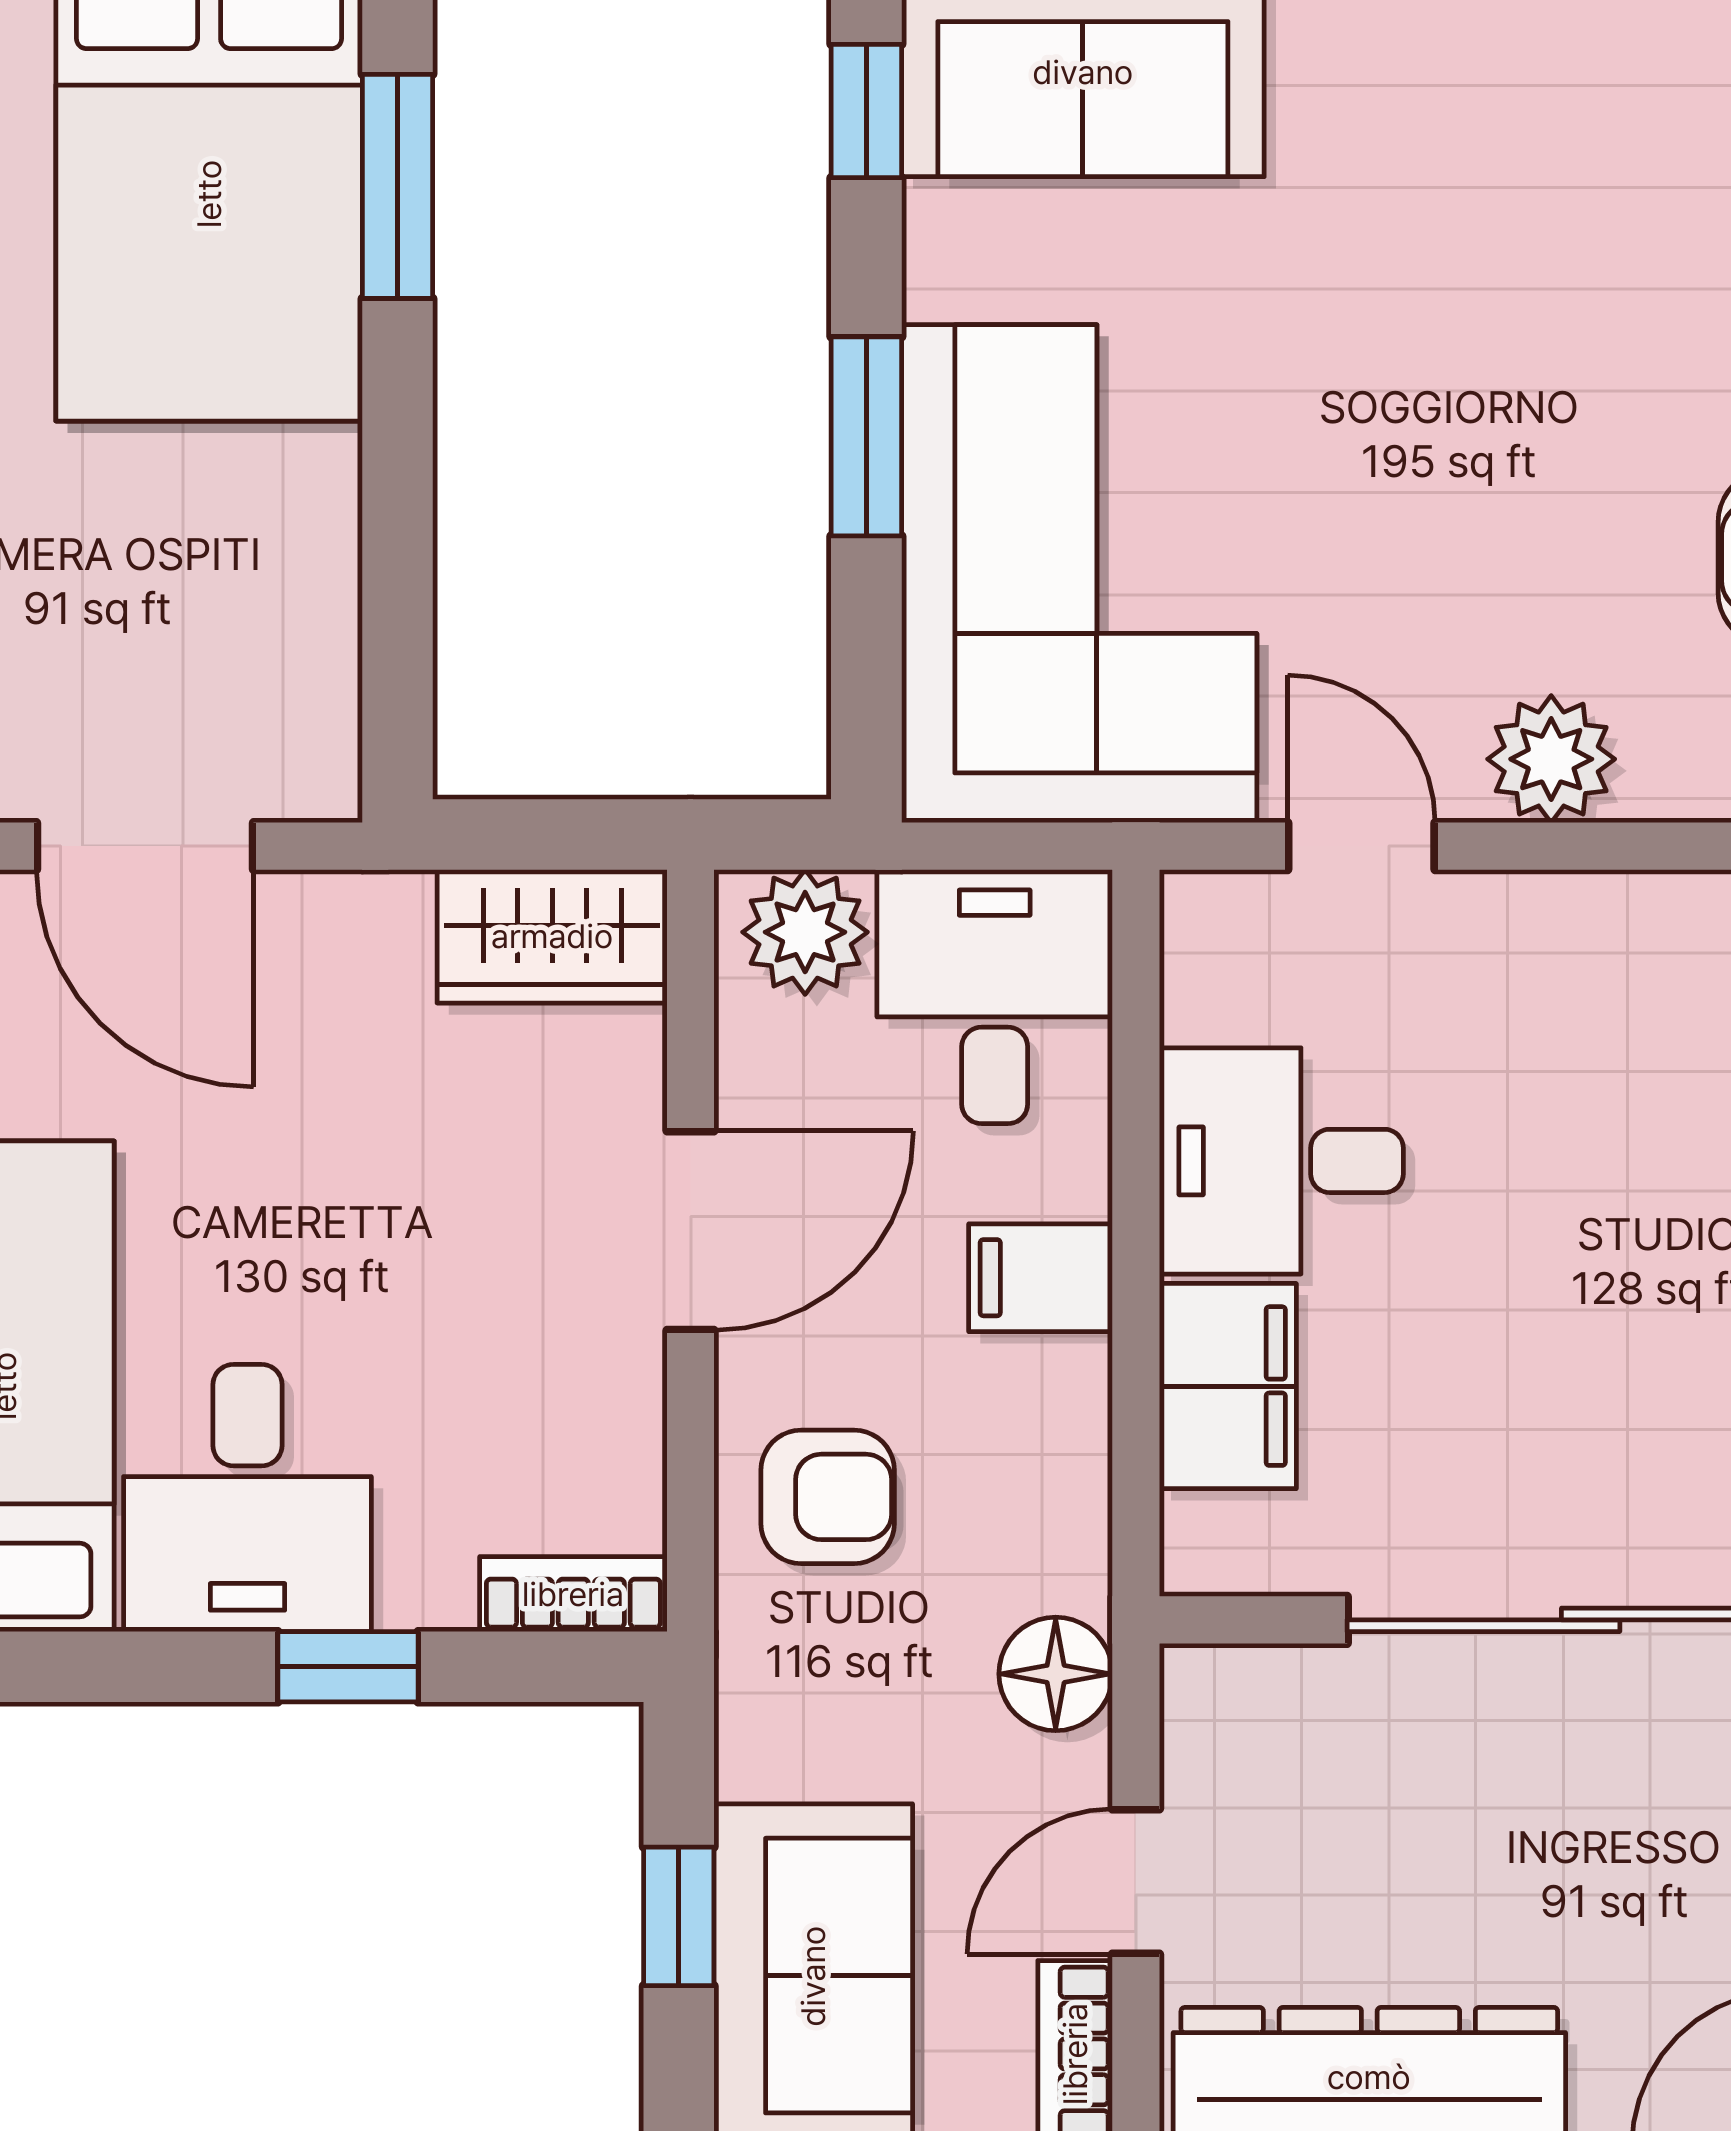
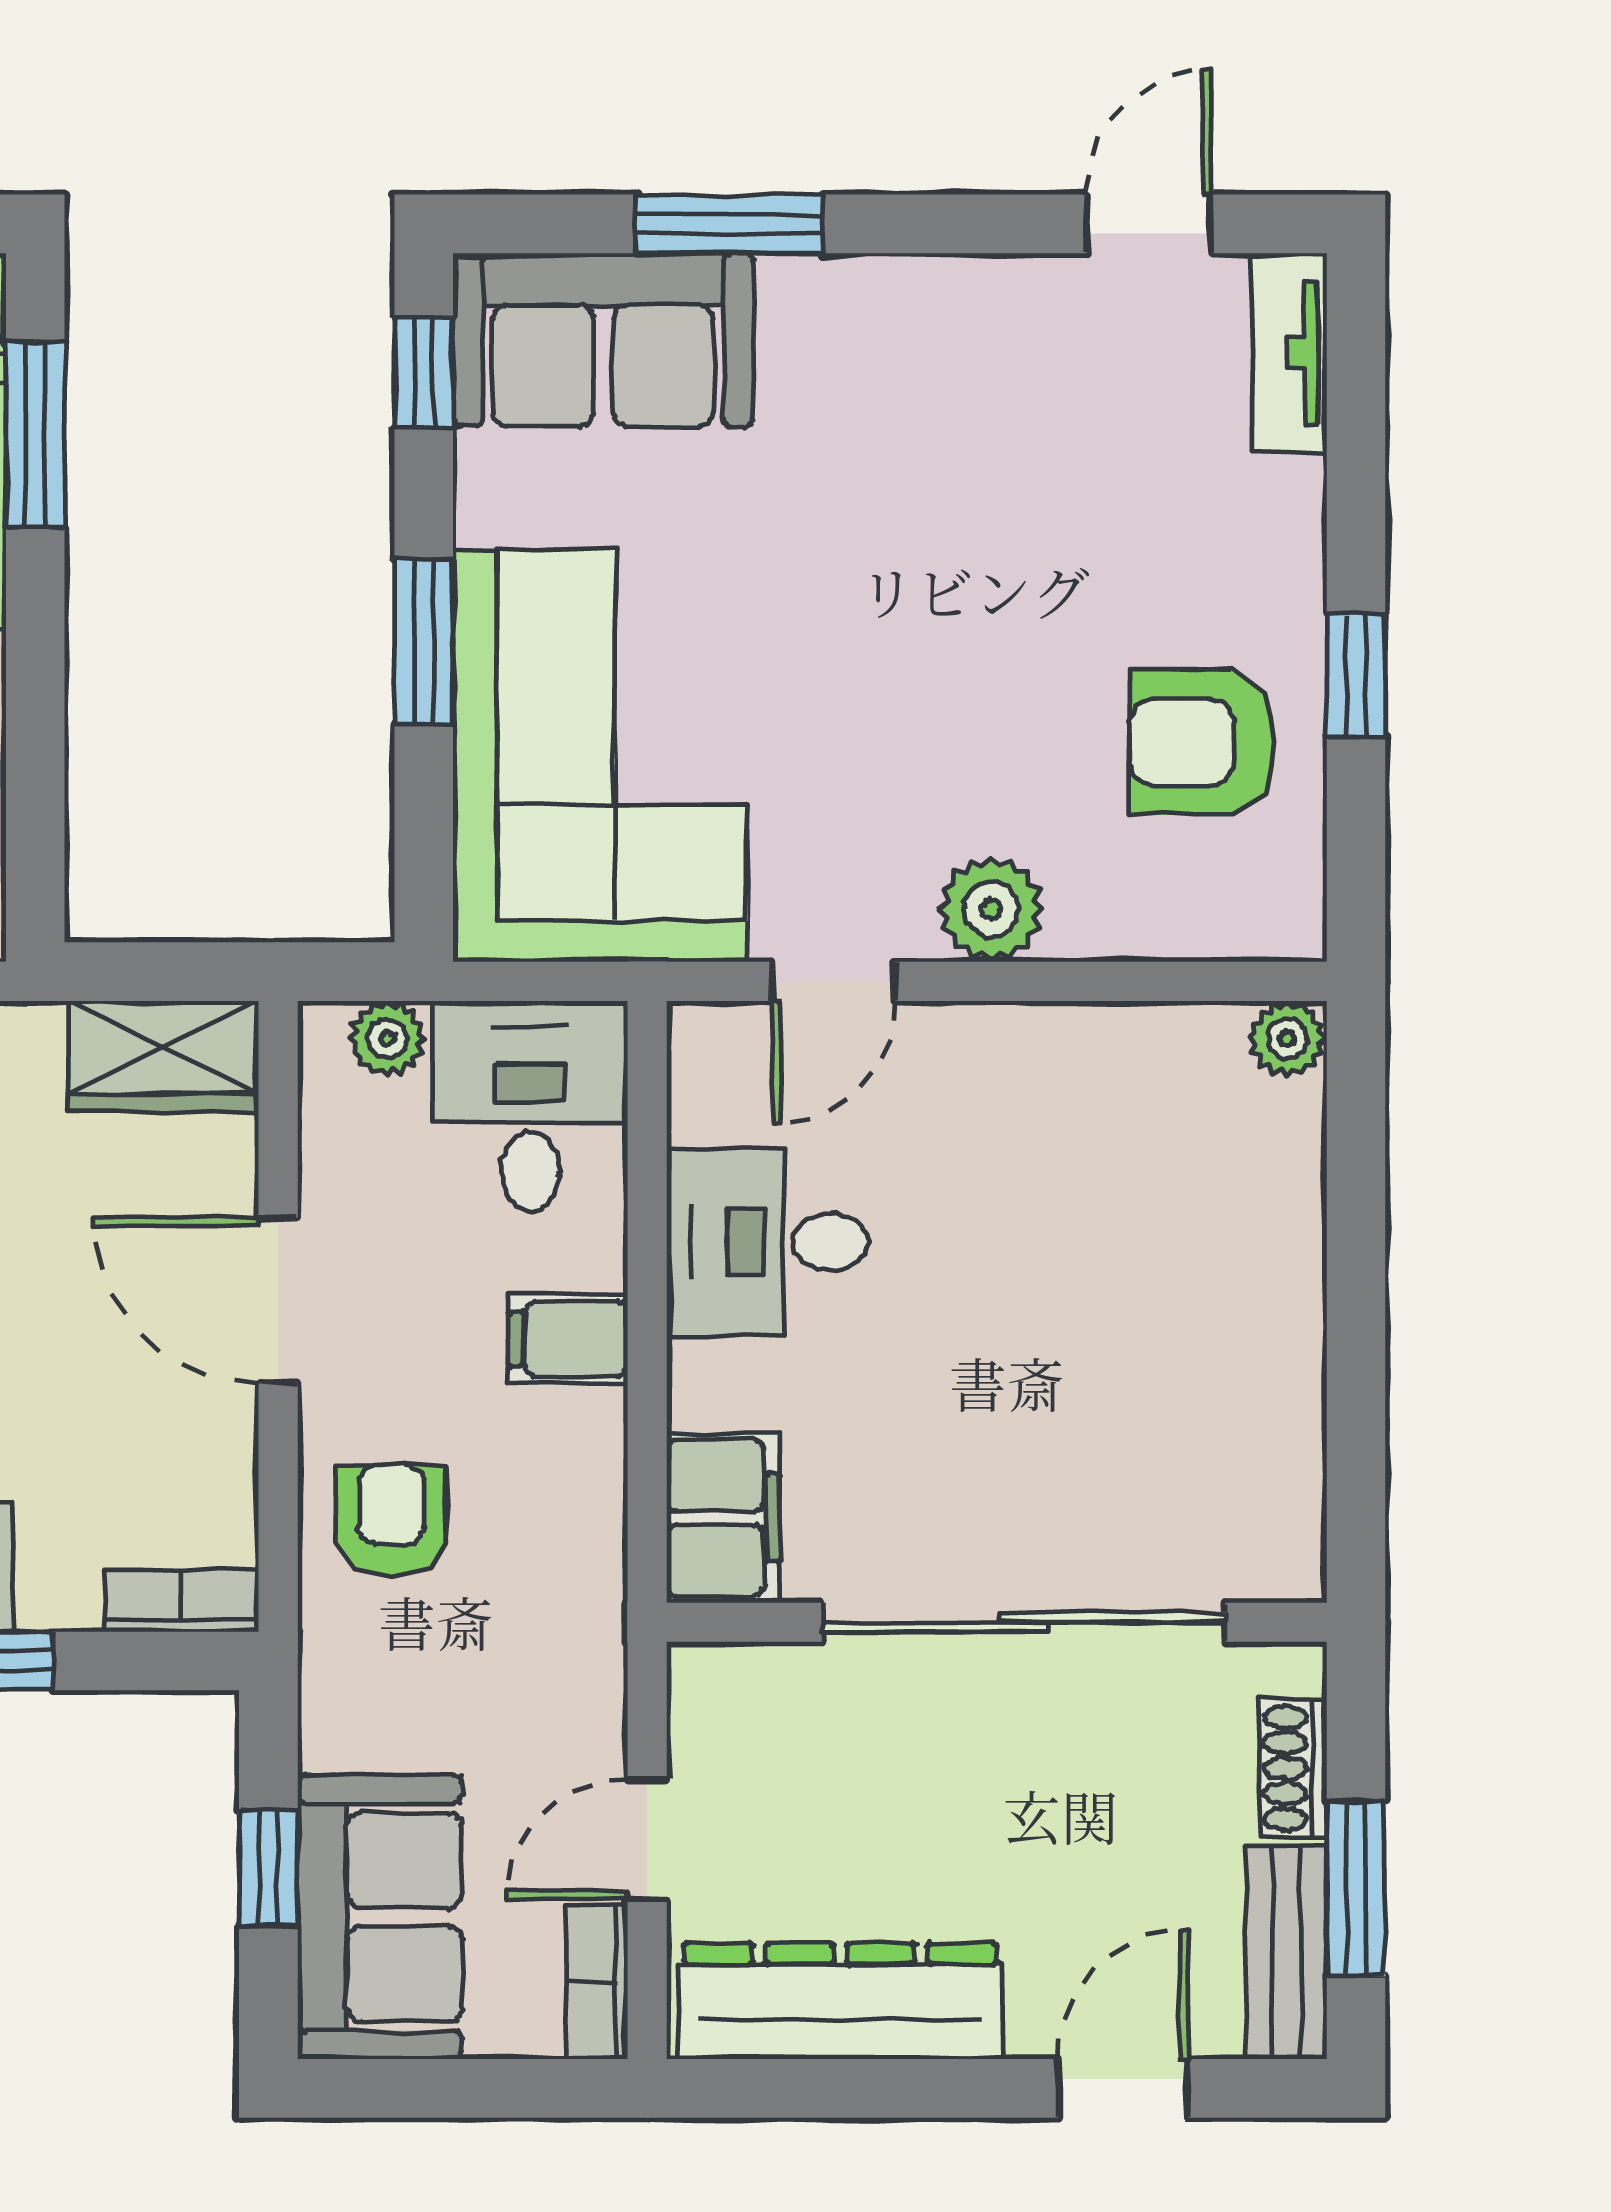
door: (1361, 846) -> (834, 981), swing flipped
plant: (805, 932) -> (387, 1038), width x0.73, depth x0.73
door: (691, 1231) -> (278, 1300), swing flipped
filing cabinet: (1228, 1386) -> (723, 1518), moved
armchair: (828, 1497) -> (392, 1520), turned -90
floor lamp: (1056, 1674) -> (581, 1667), removed

